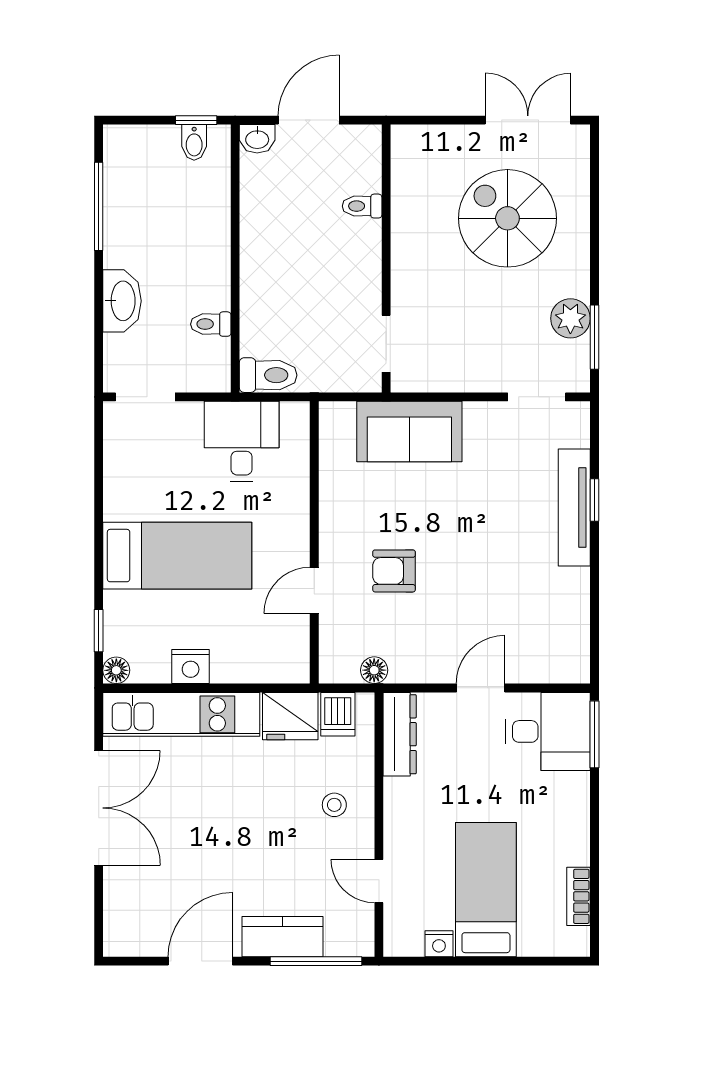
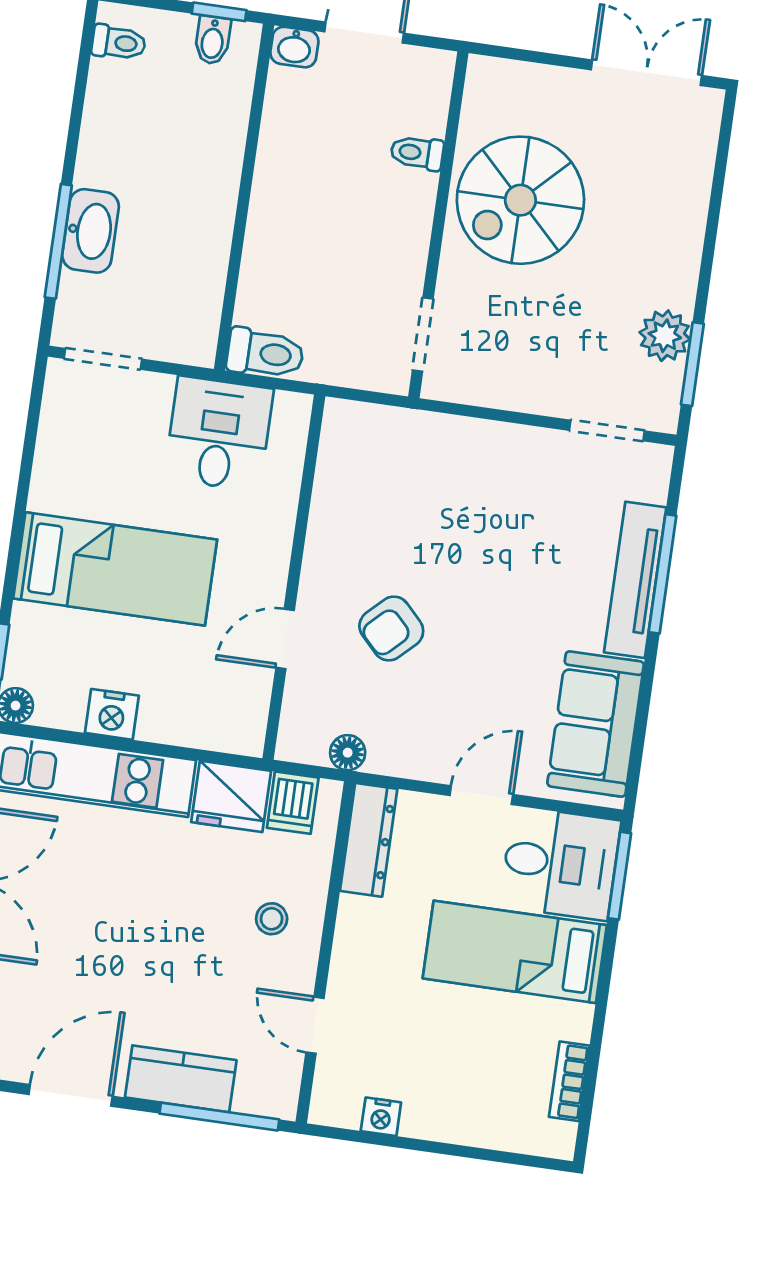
window: (99, 206) -> (58, 241), moved
spiral stairs: (507, 218) -> (520, 200), moved, turned -90
toilet: (211, 324) -> (119, 43), moved, turned 180
sofa: (409, 432) -> (596, 724), moved, turned 90
window: (595, 500) -> (663, 574), width x2.17
armchair: (394, 571) -> (391, 629), turned -44
bed: (486, 890) -> (515, 952), moved, turned -90

